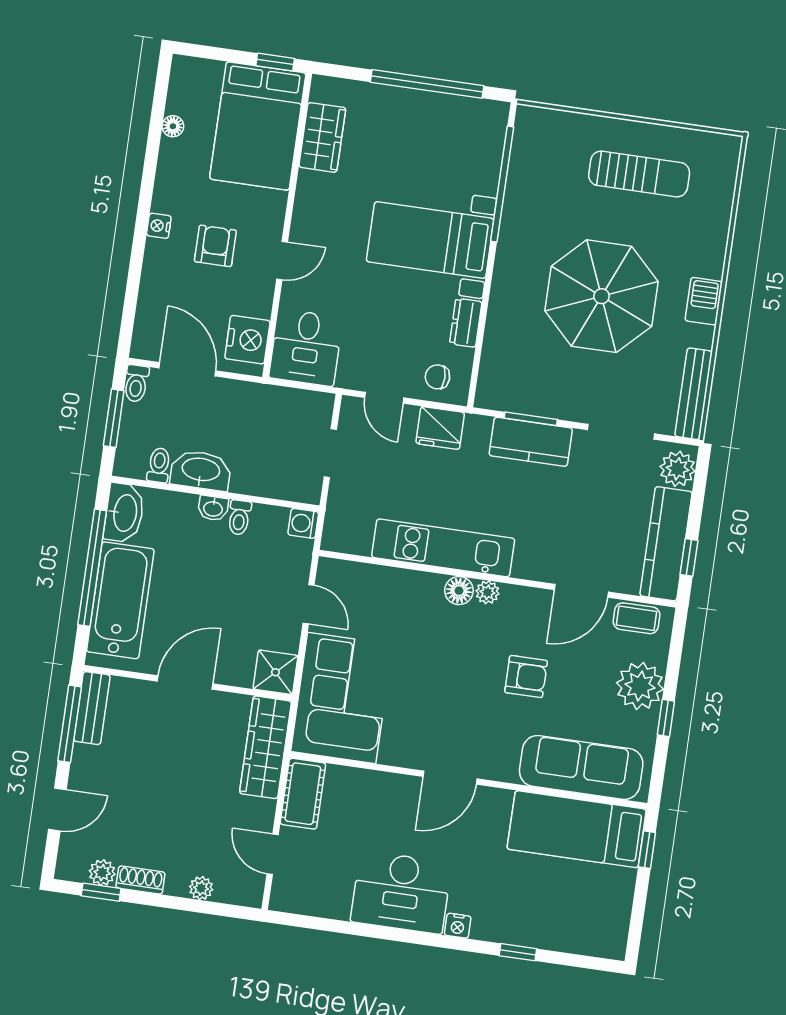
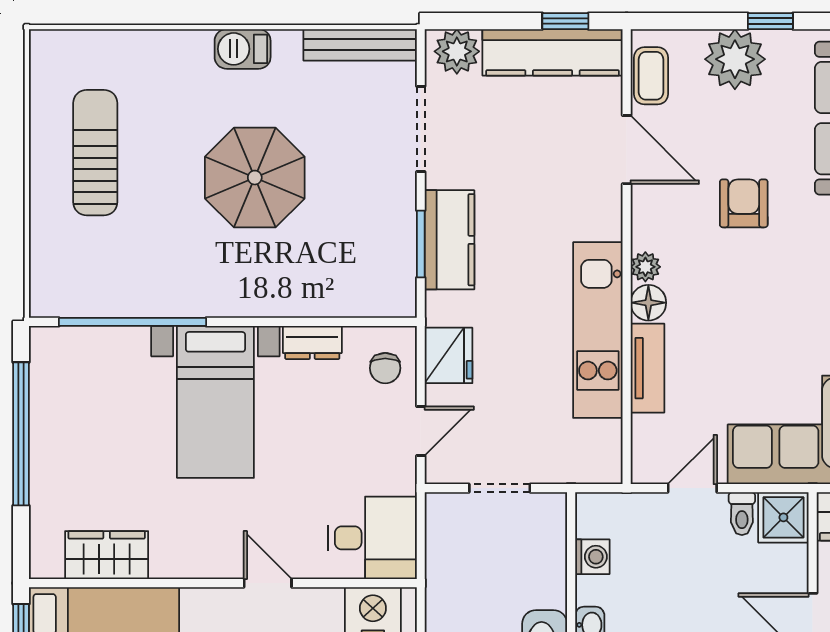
parasol: (602, 296) -> (255, 178), width x0.73, depth x0.73
toilet: (239, 517) -> (742, 514), moved, turned 90
washing machine: (303, 523) -> (592, 557), moved, turned -90
tv unit: (408, 583) -> (648, 368), added

